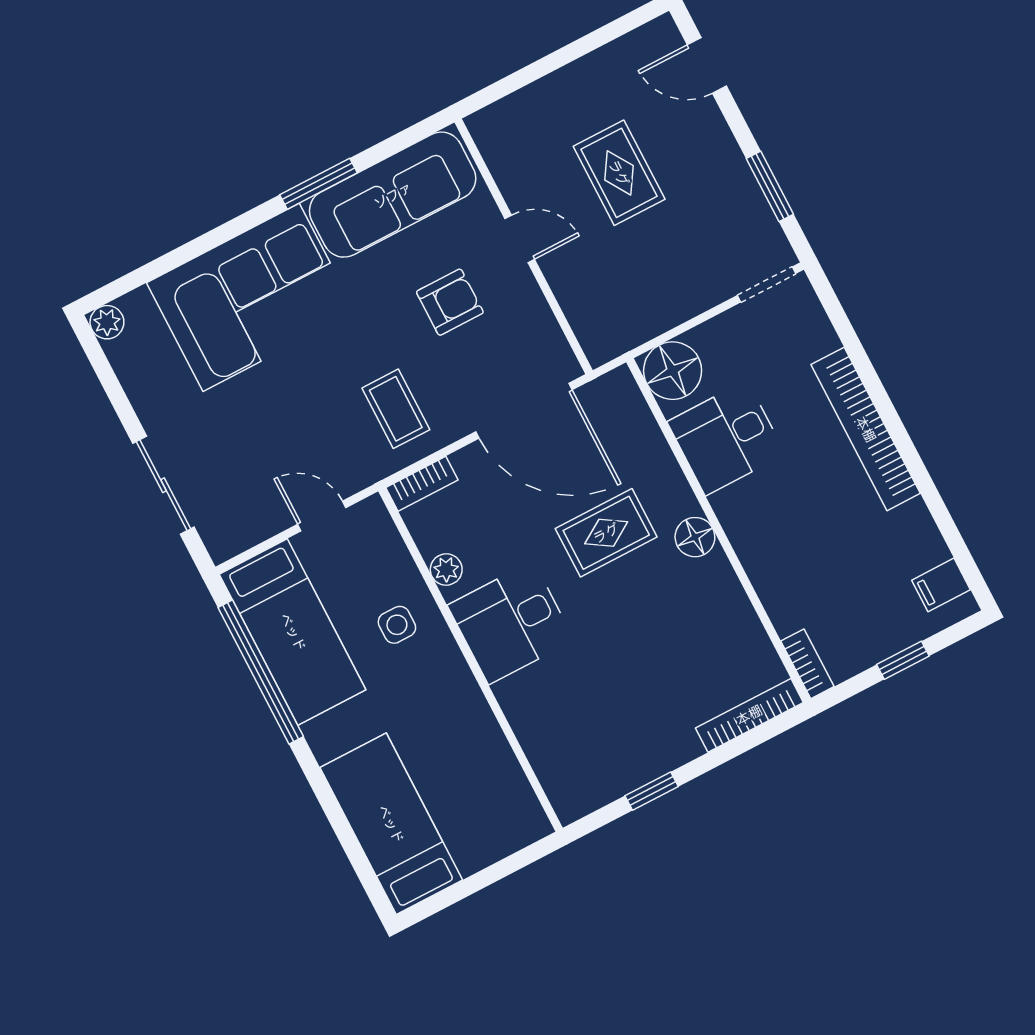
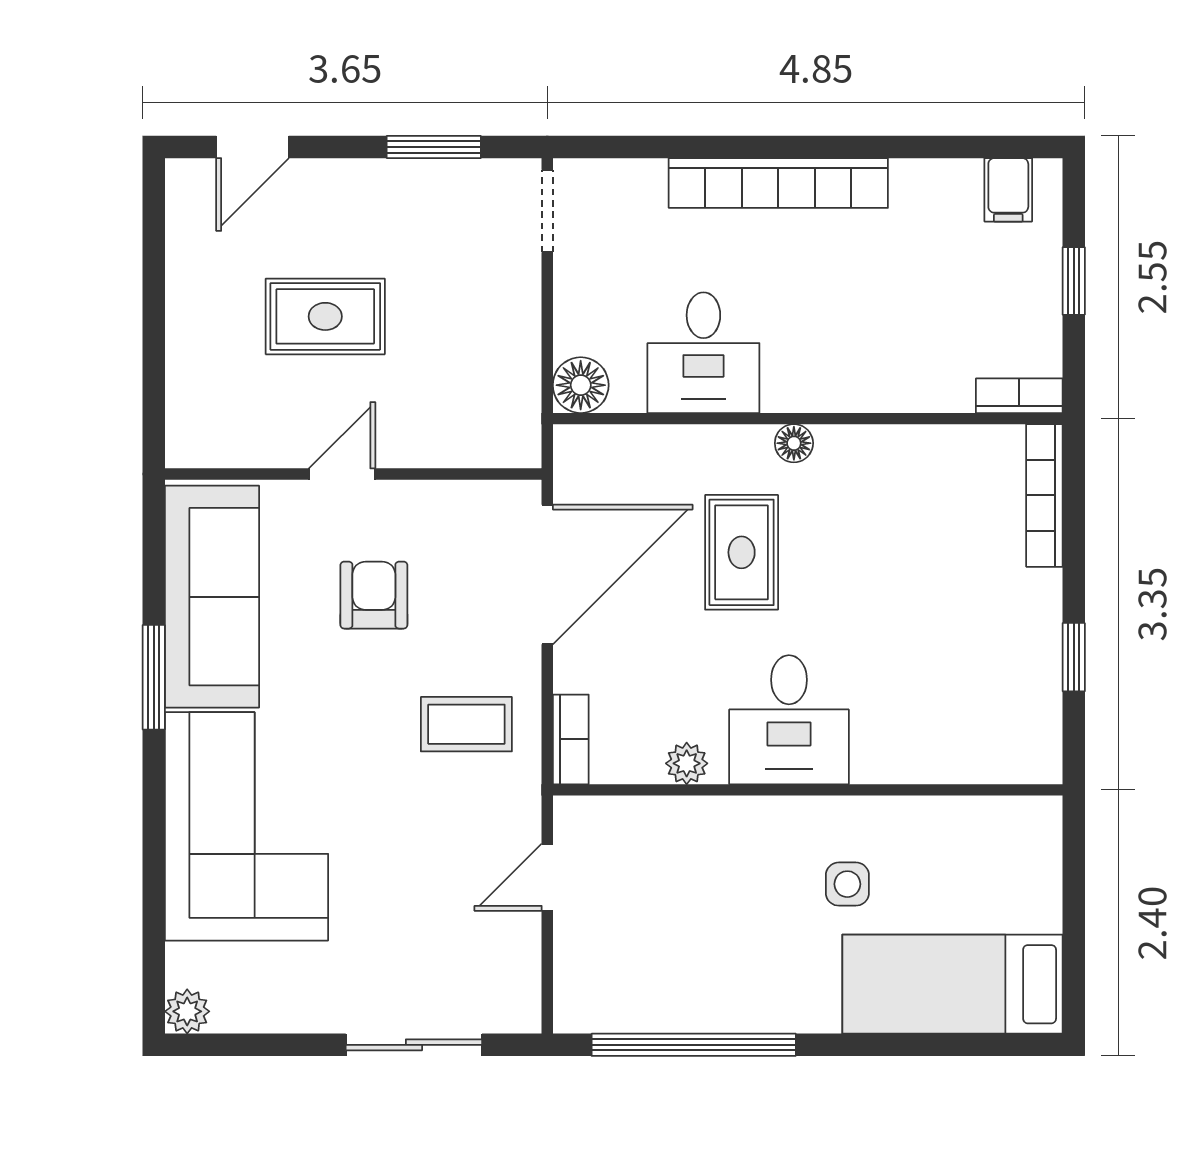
floor lamp: (673, 371) -> (581, 385), width x0.73, depth x0.73
floor lamp: (695, 537) -> (794, 443), width x0.73, depth x0.73
side table: (397, 625) -> (847, 884), moved
bed: (293, 632) -> (666, 983), removed

